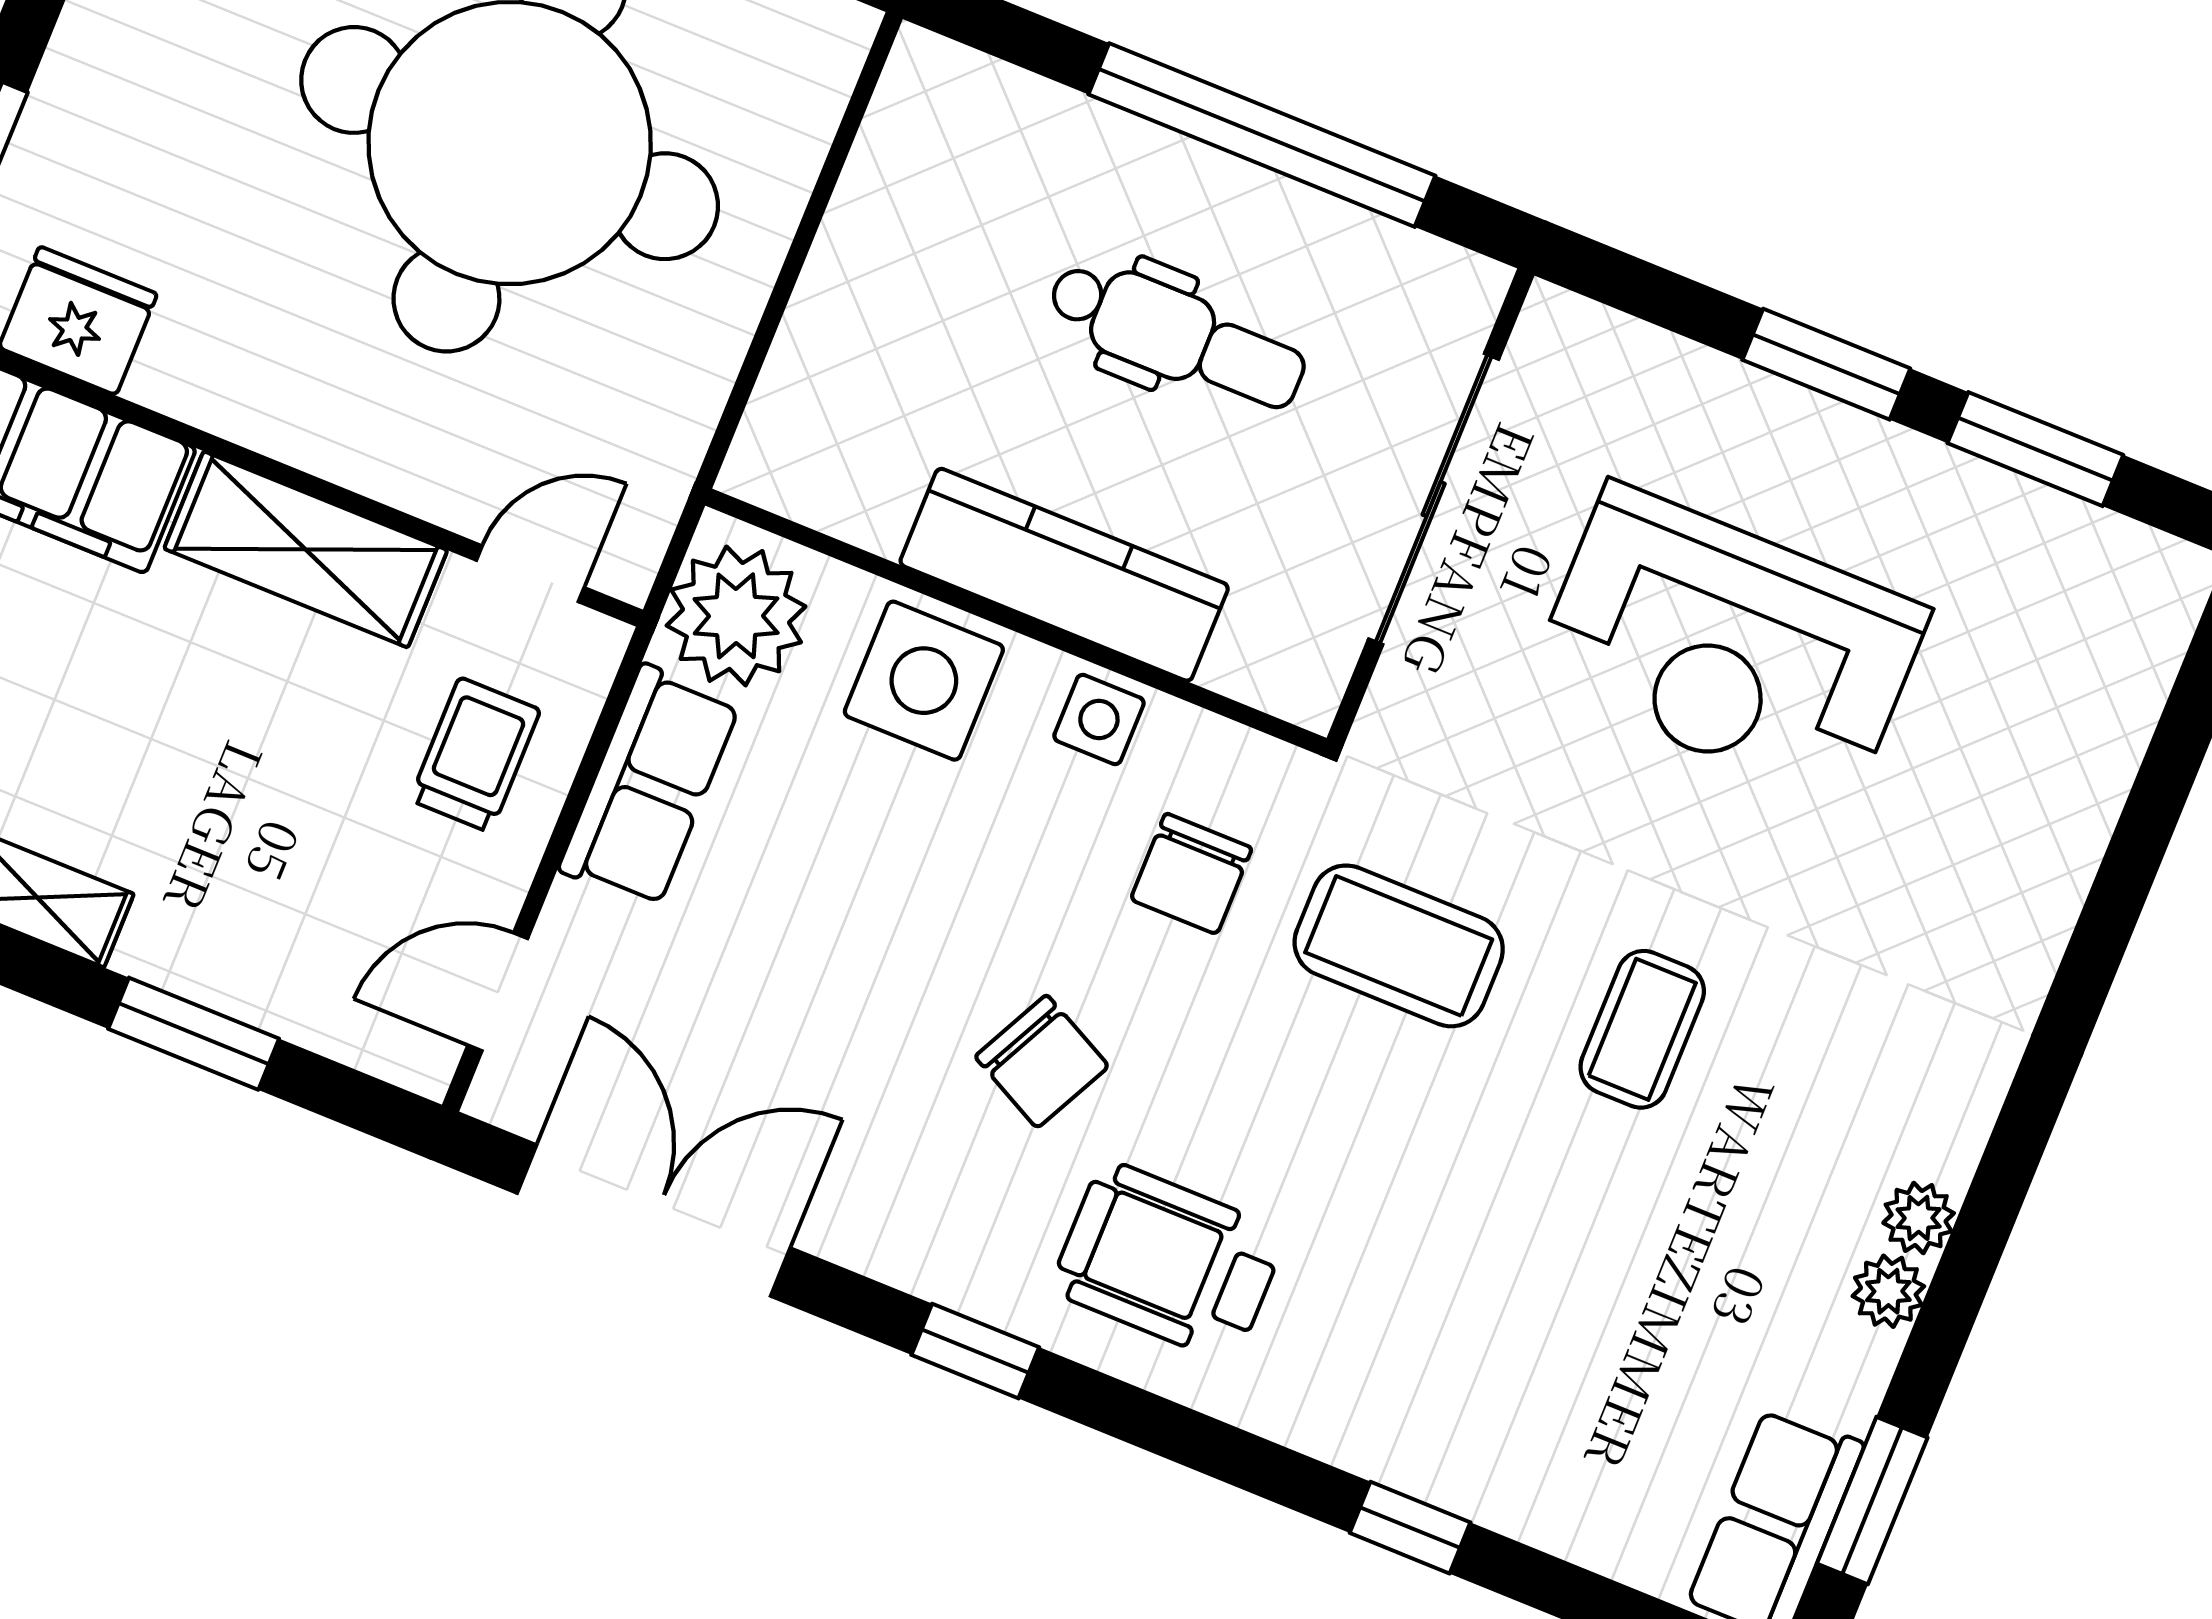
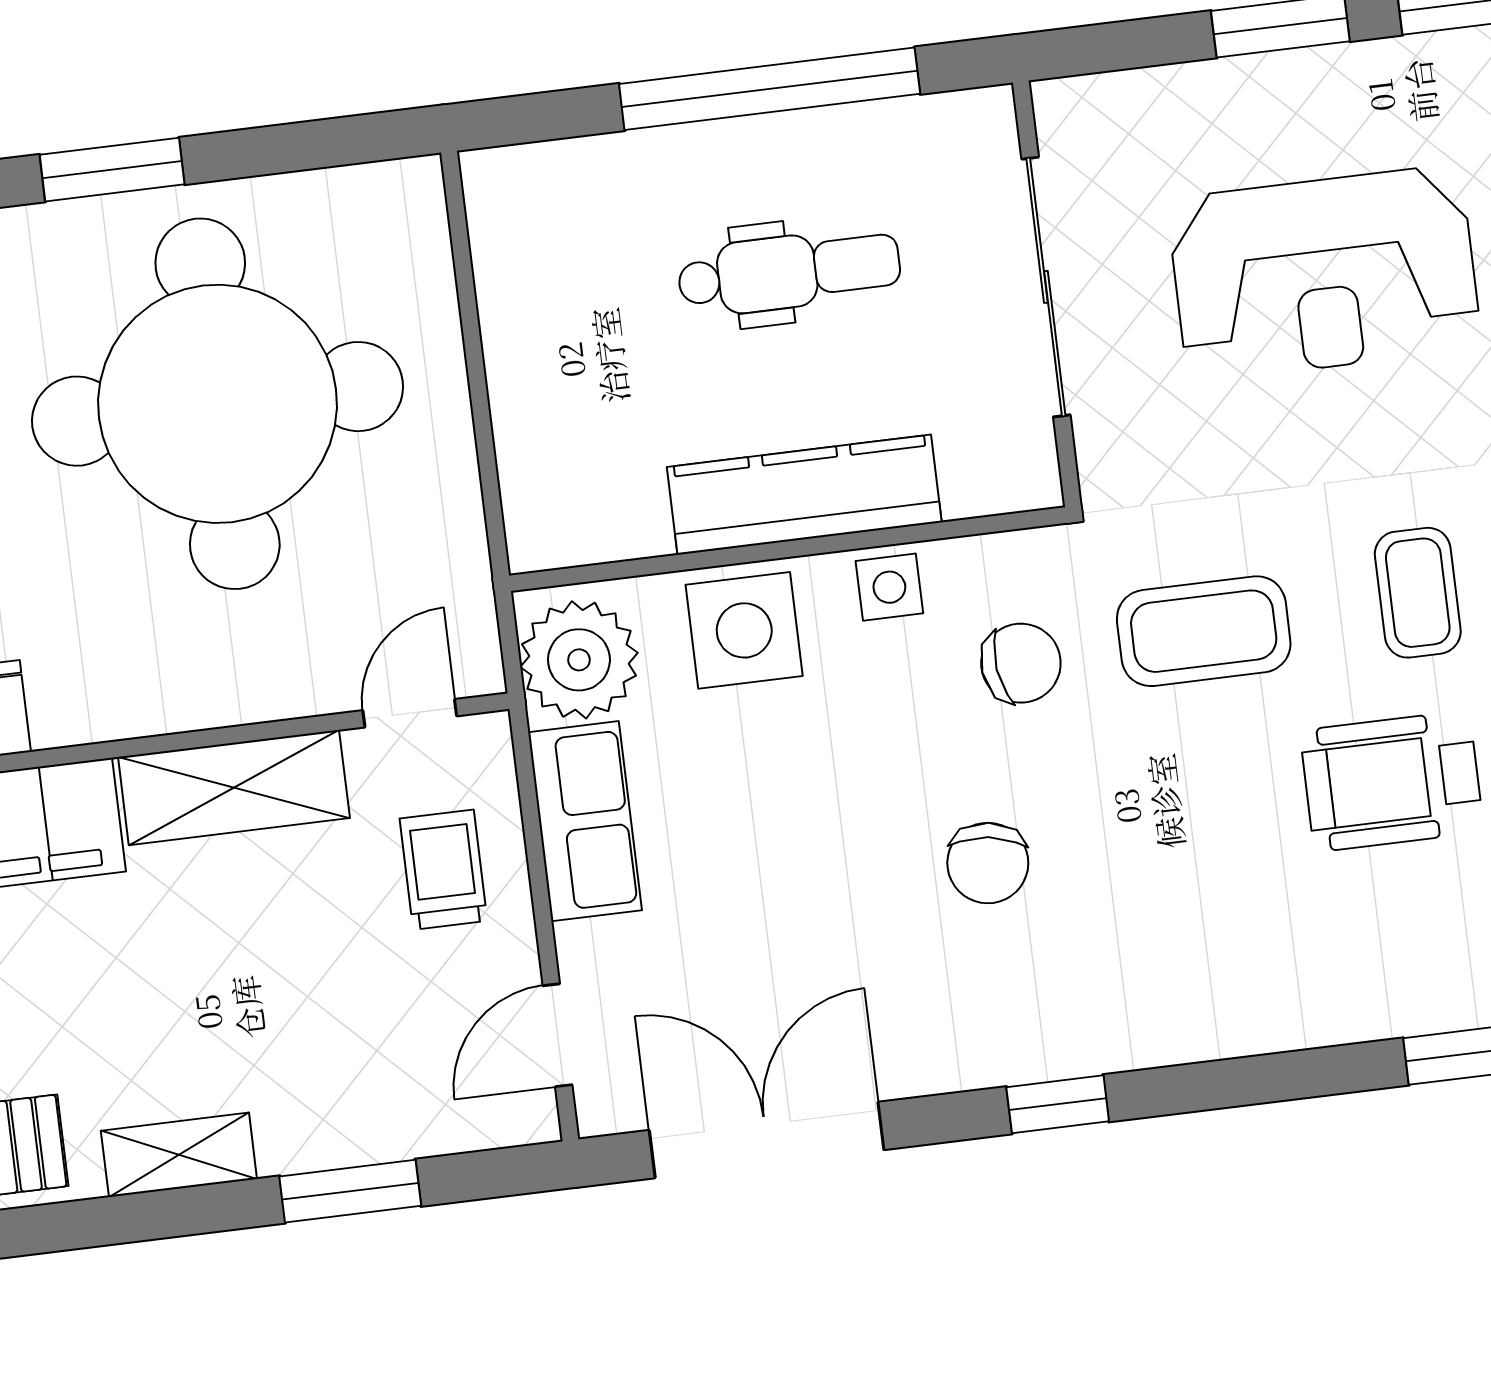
chair: (1191, 874) -> (1021, 663), turned -97
chair: (1042, 1061) -> (988, 863), turned 71
wheelchair: (1168, 1261) -> (1392, 781), moved

